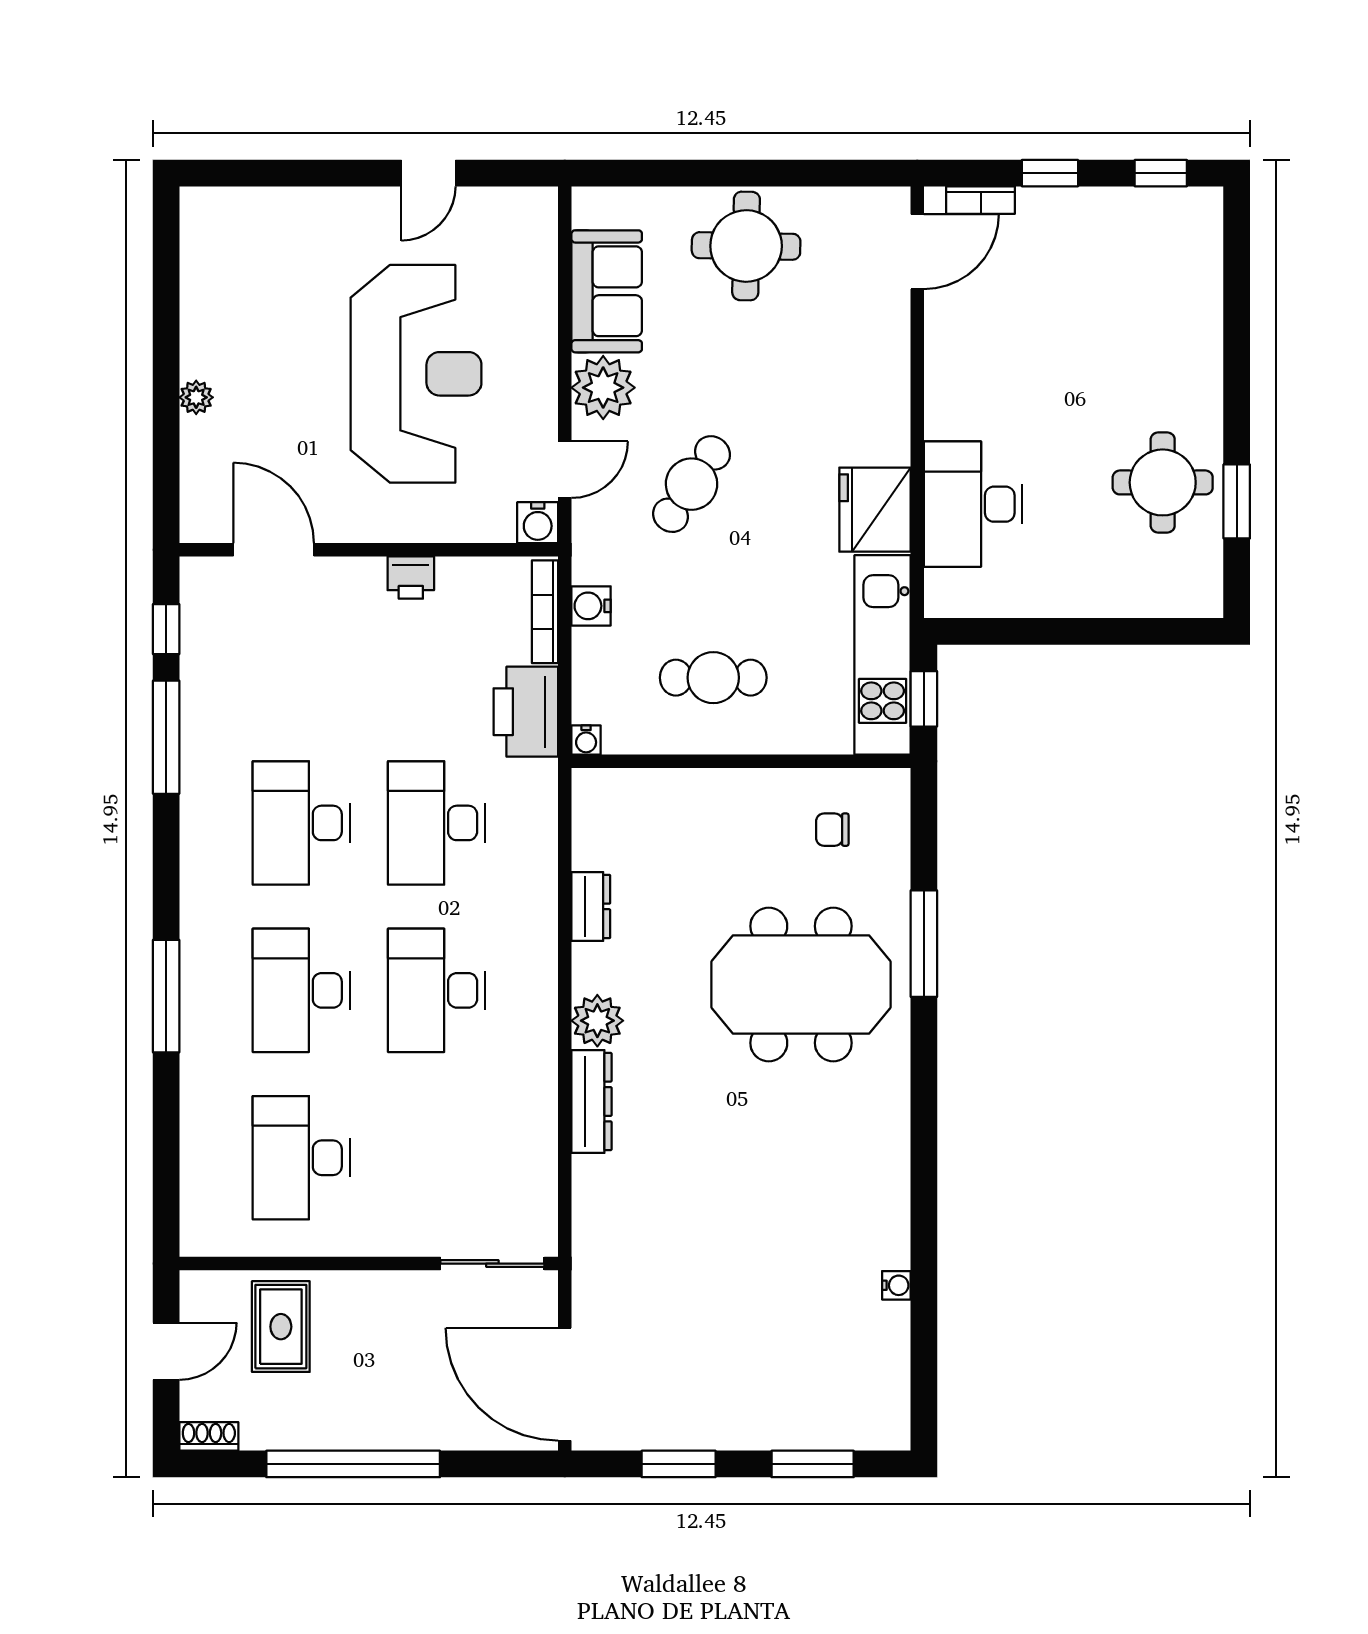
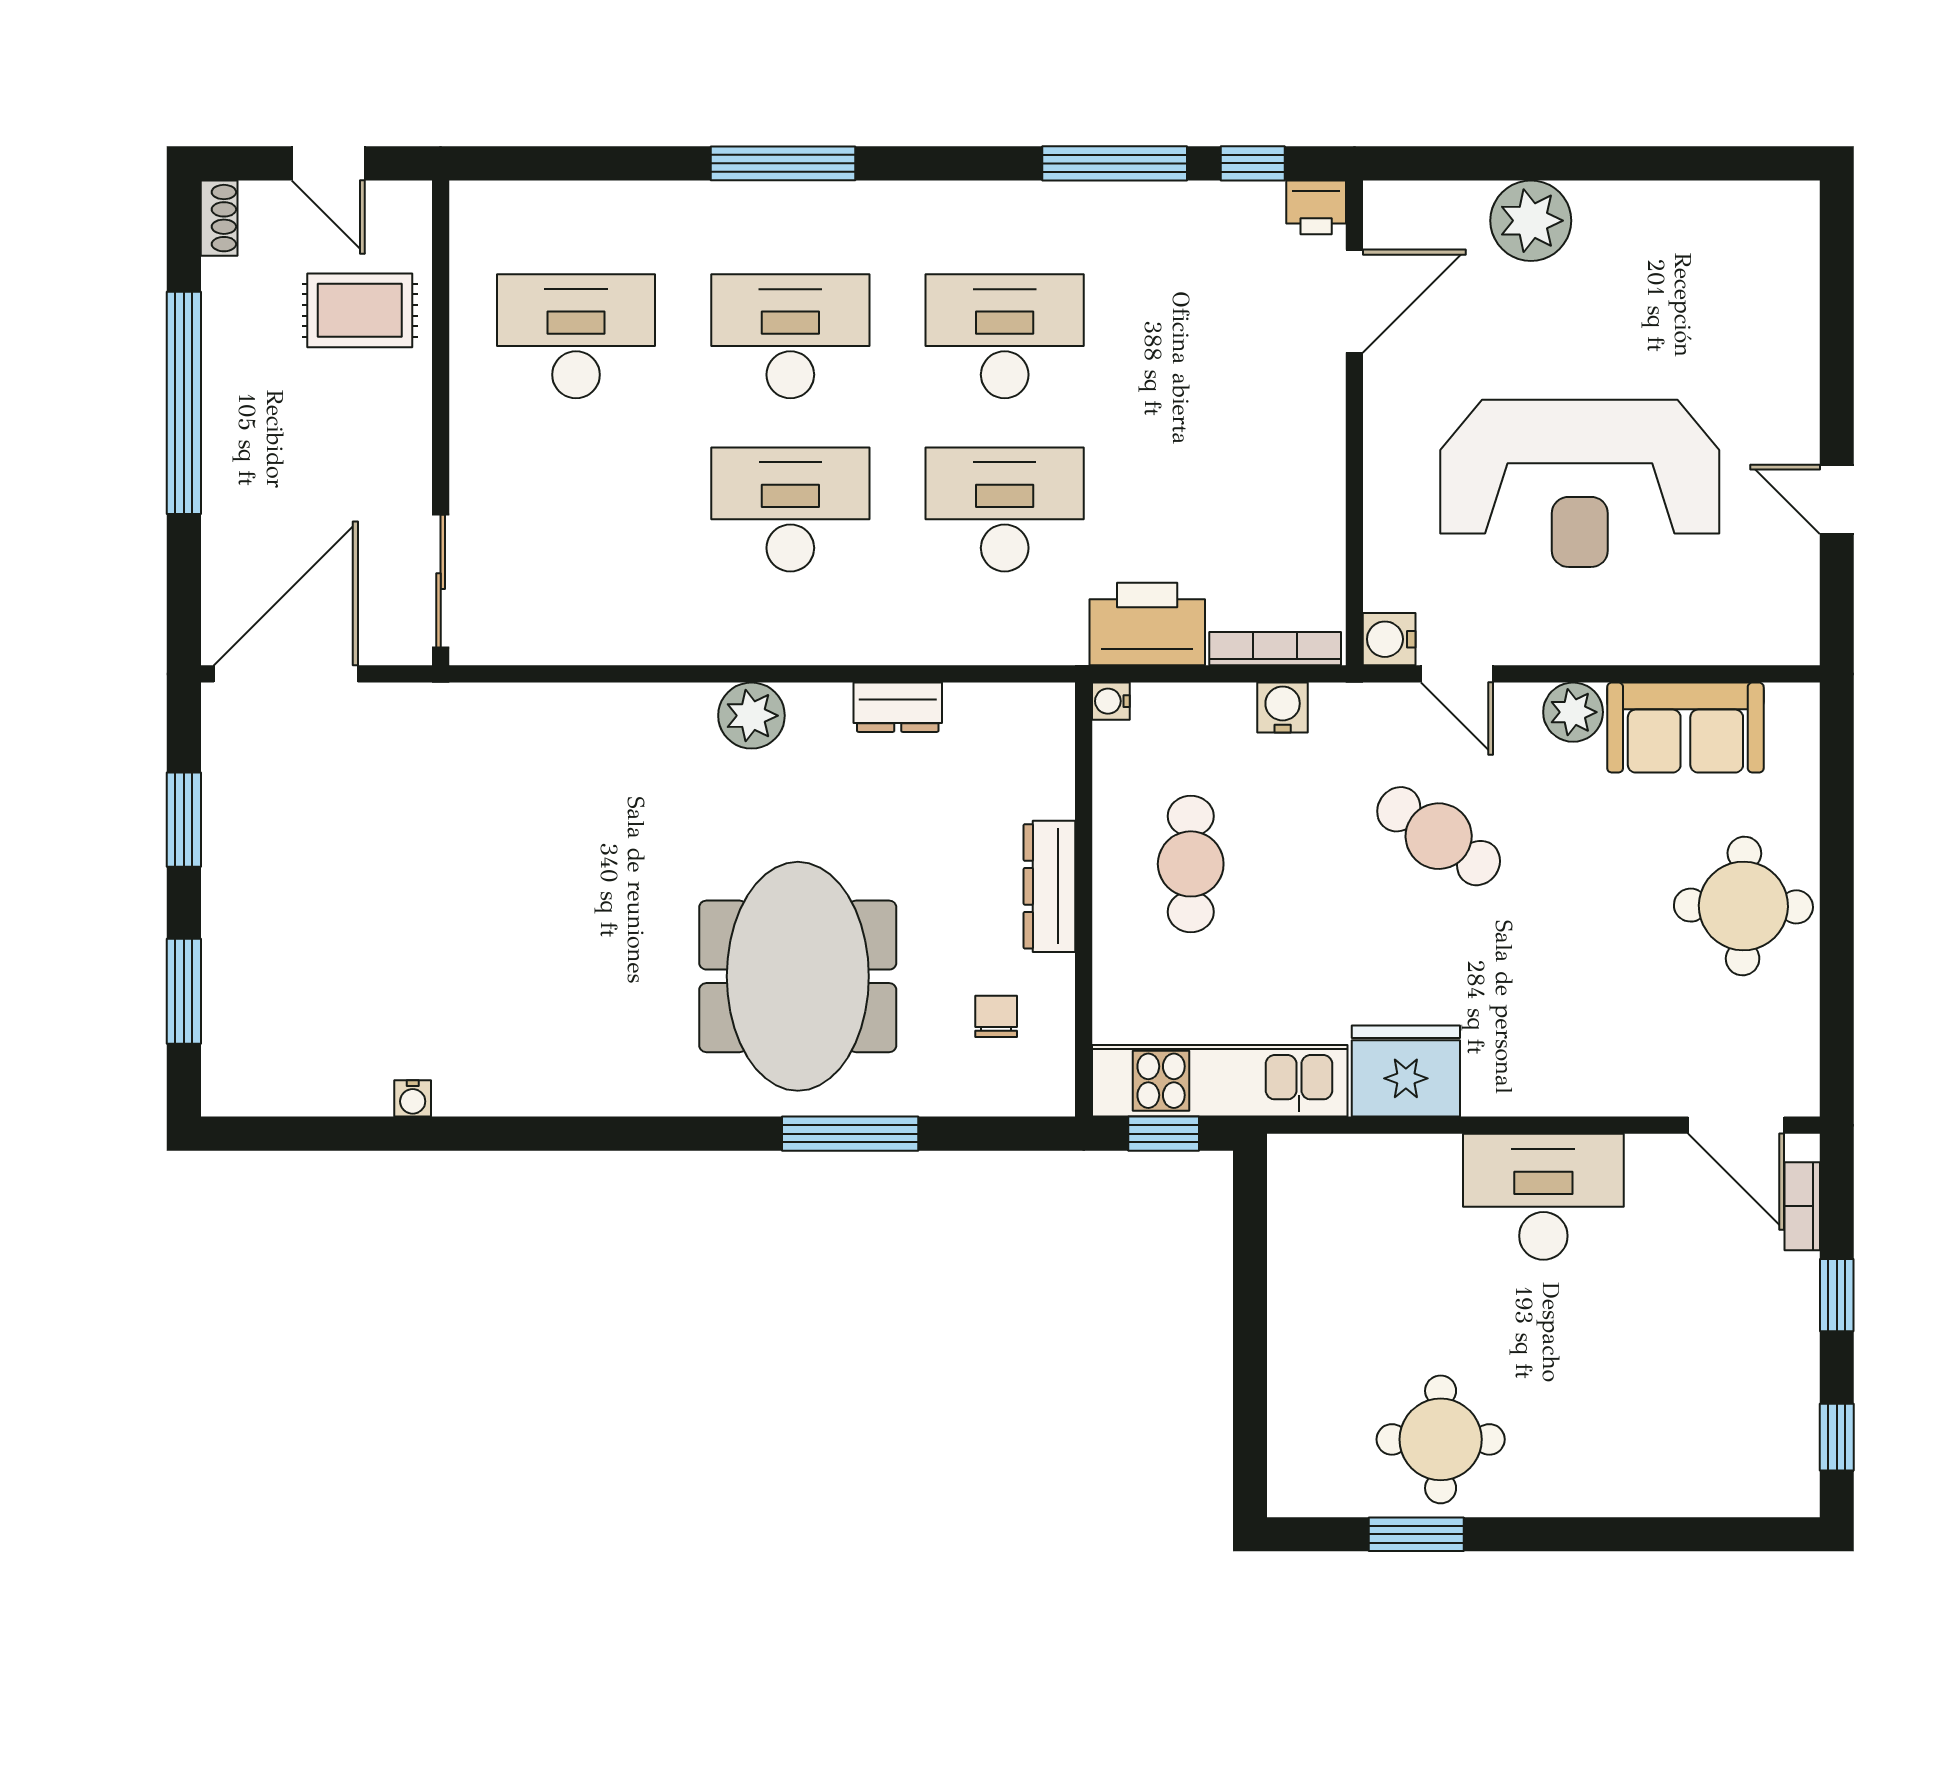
plant: (603, 388) -> (1573, 712), width x0.73, depth x0.73
plant: (196, 397) -> (1531, 221), width x1.88, depth x1.88
desk: (973, 504) -> (1543, 1197), moved
printer: (411, 578) -> (1316, 207), moved, turned -90
dresser: (592, 1102) -> (1049, 886), moved, turned 90

